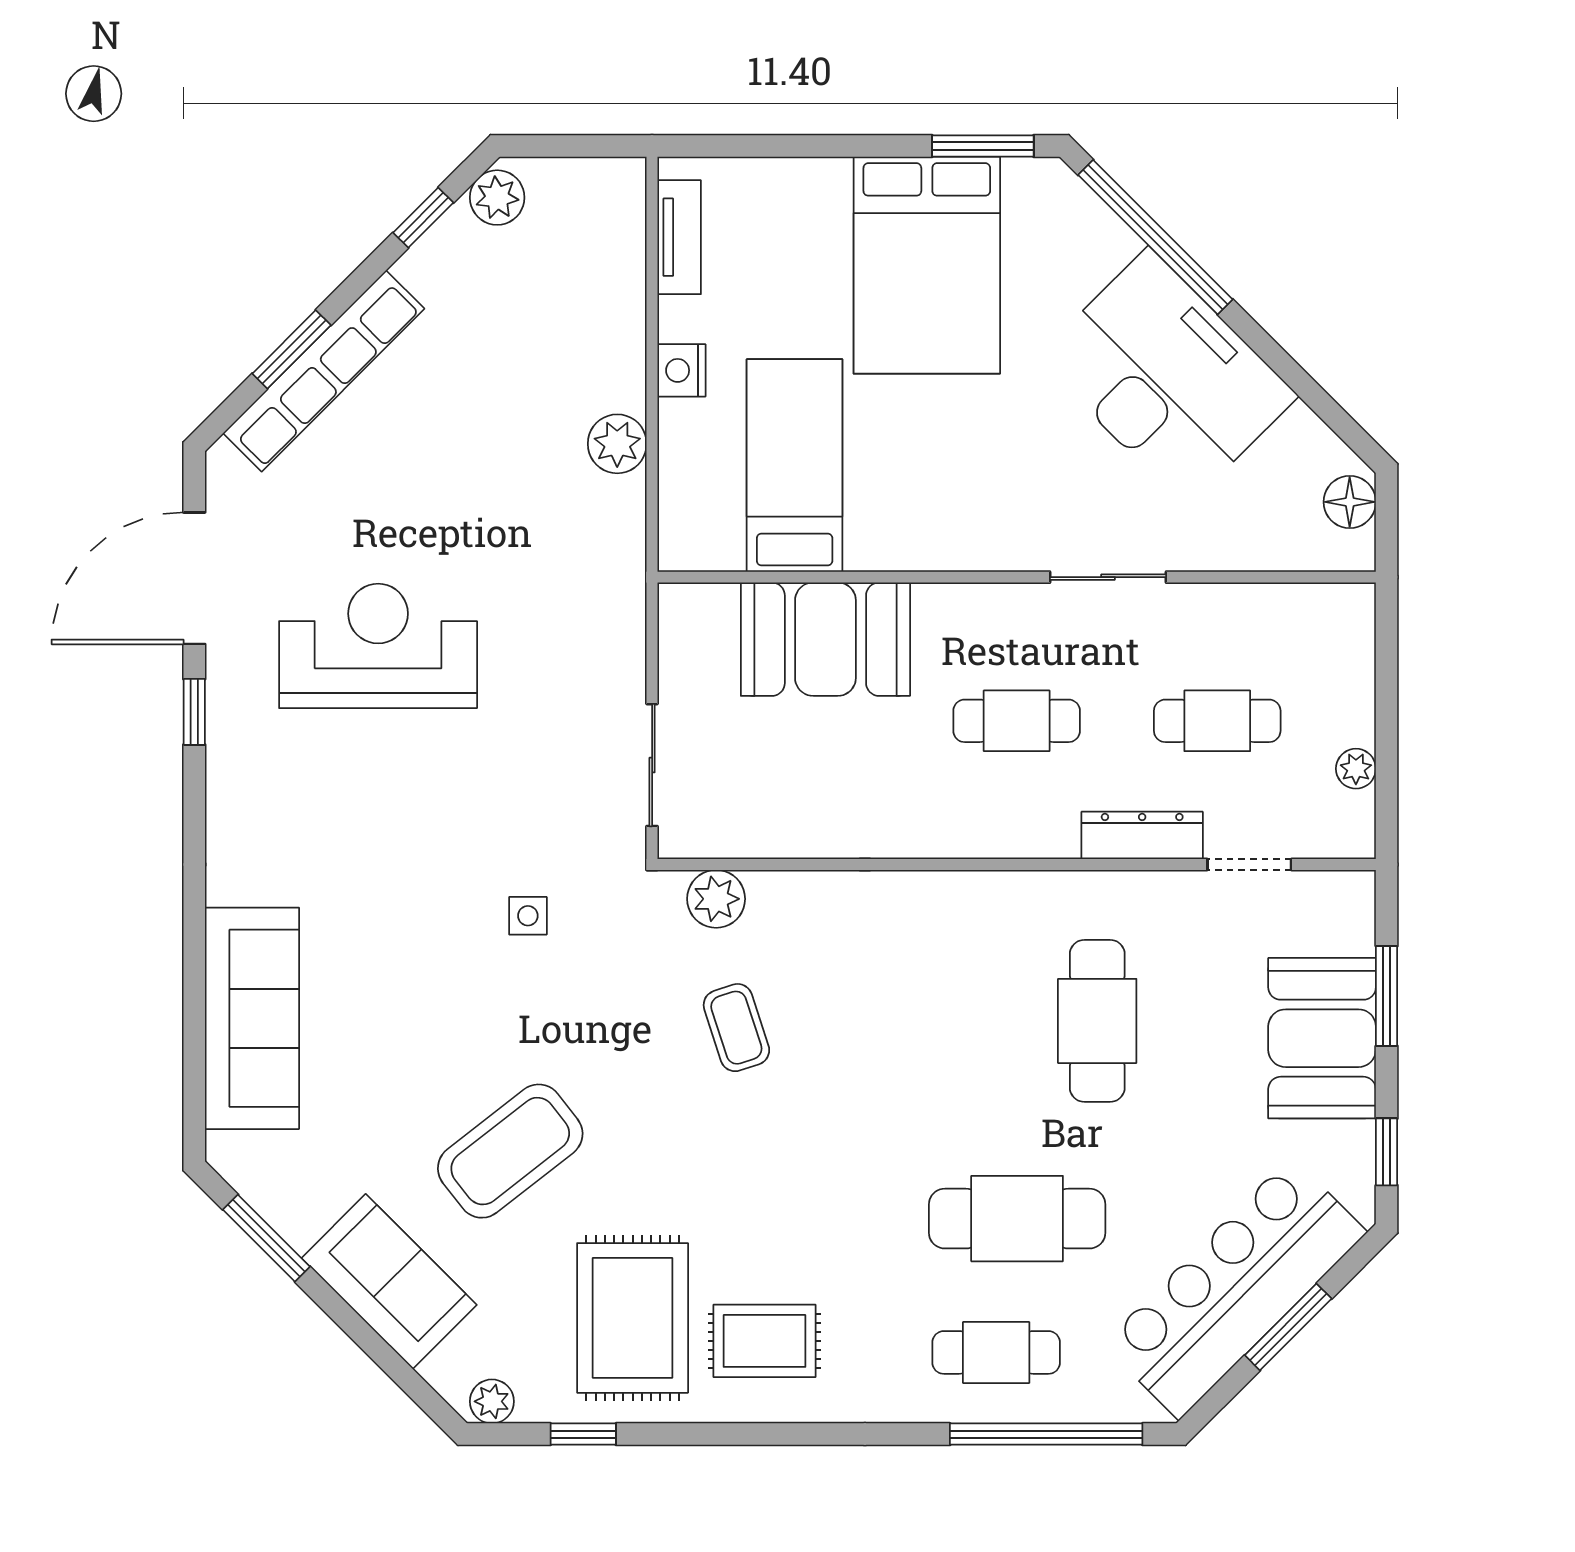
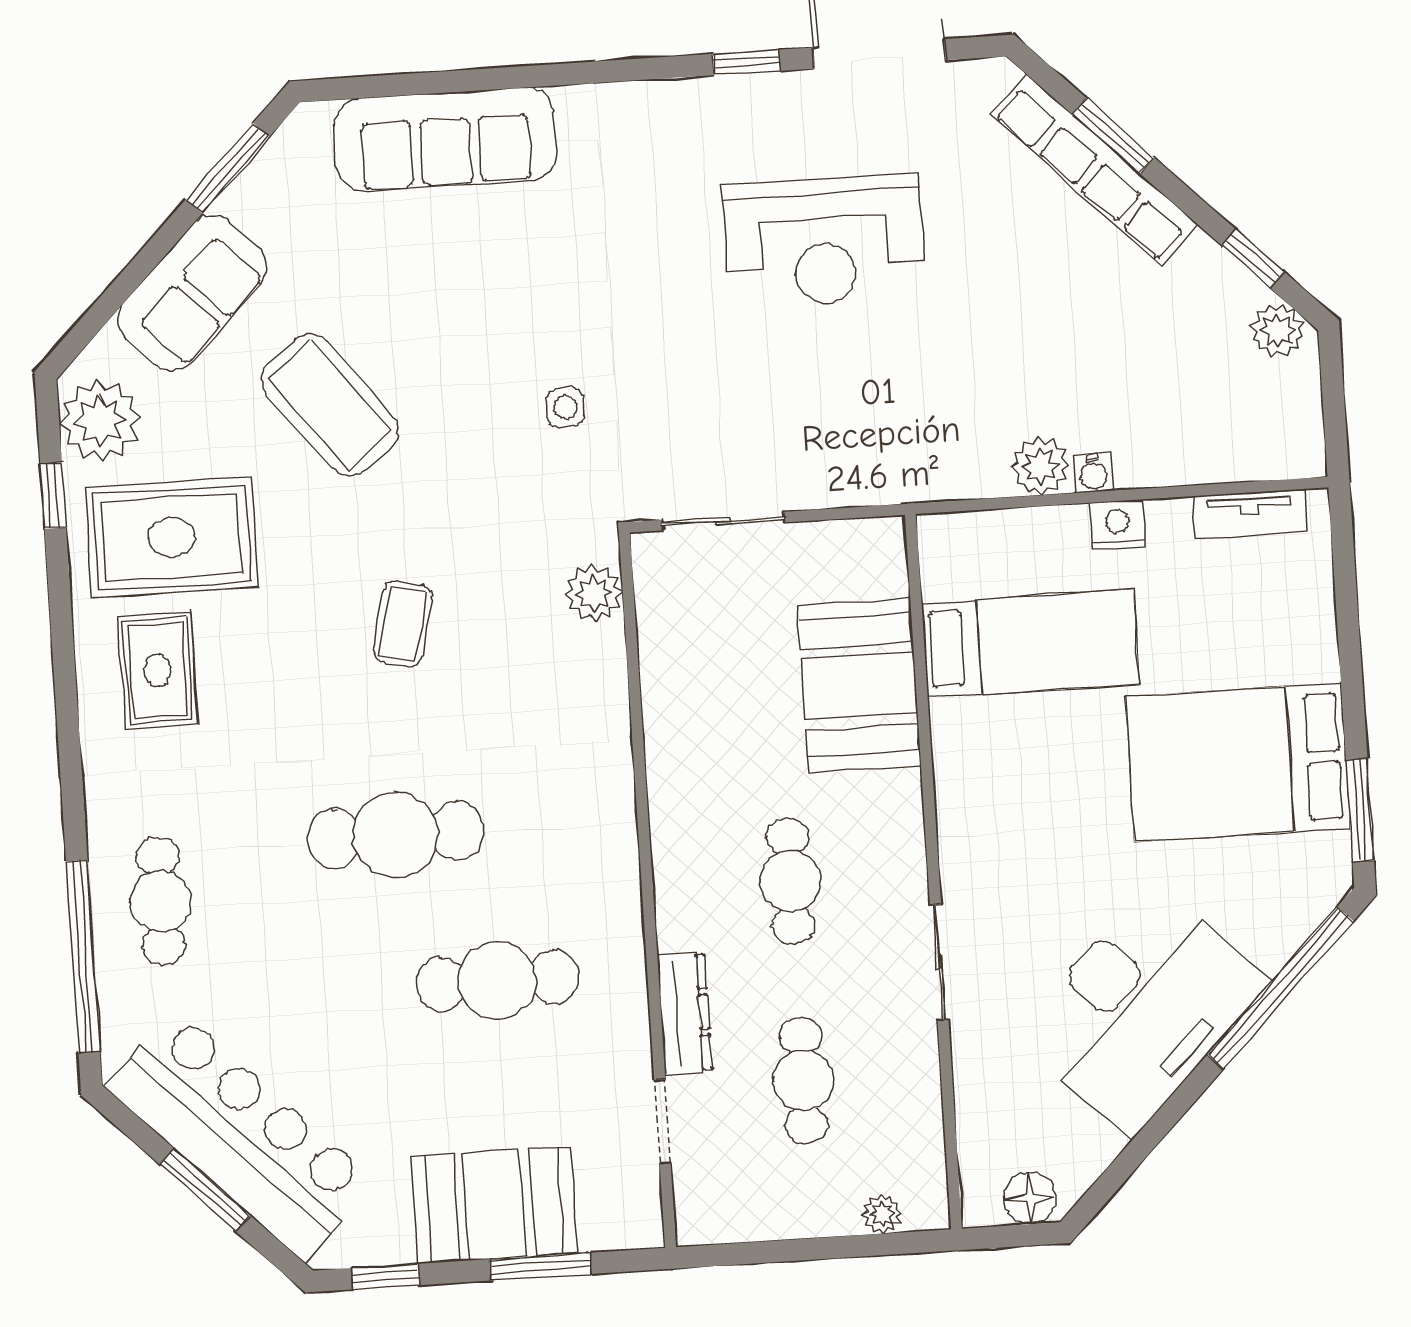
water cooler: (628, 391) -> (1093, 473), added
reception desk: (378, 646) -> (824, 241), turned 90
plant: (1356, 769) -> (882, 1214), moved
coffee table: (736, 1028) -> (403, 624), moved, turned -58
cafe table: (1017, 1219) -> (395, 835), moved, turned 90
plant: (492, 1401) -> (100, 421), width x1.88, depth x1.88

